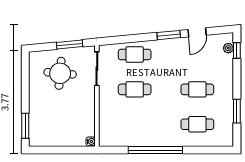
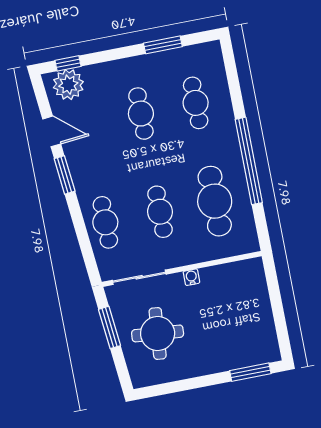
plant: (228, 48) -> (68, 85), width x1.88, depth x1.88
cafe table: (135, 124) -> (215, 201), added
water cooler: (91, 141) -> (191, 277), moved

